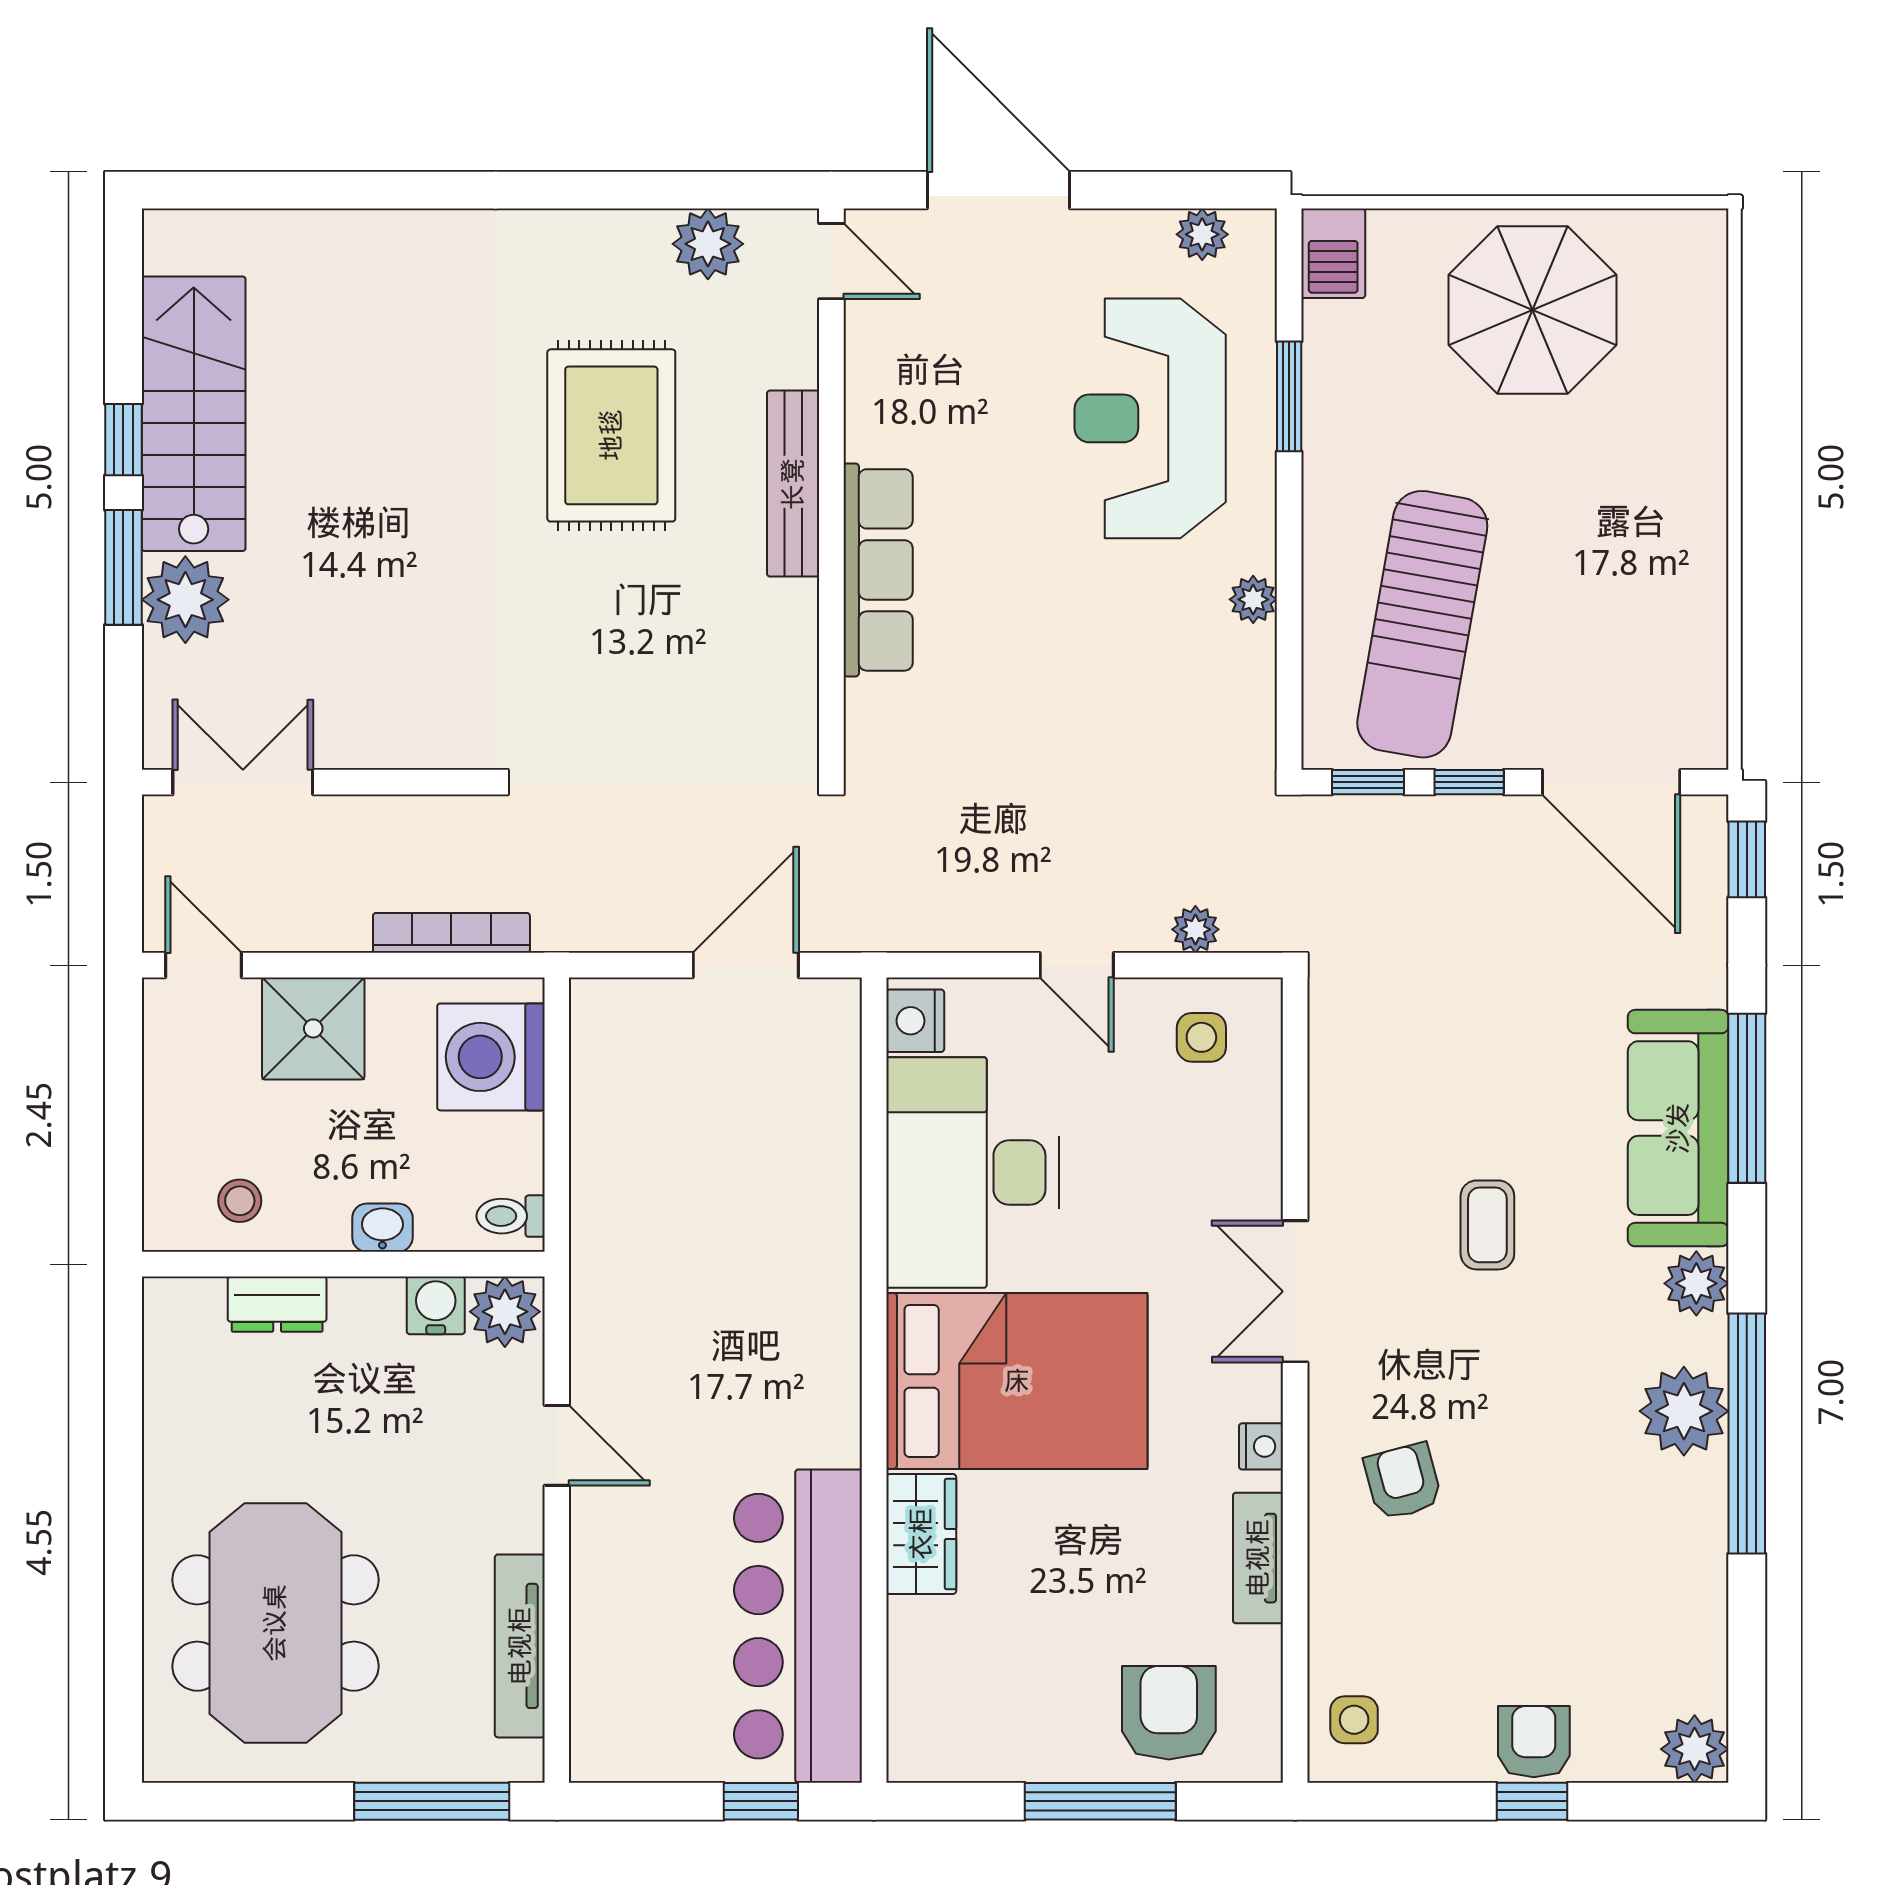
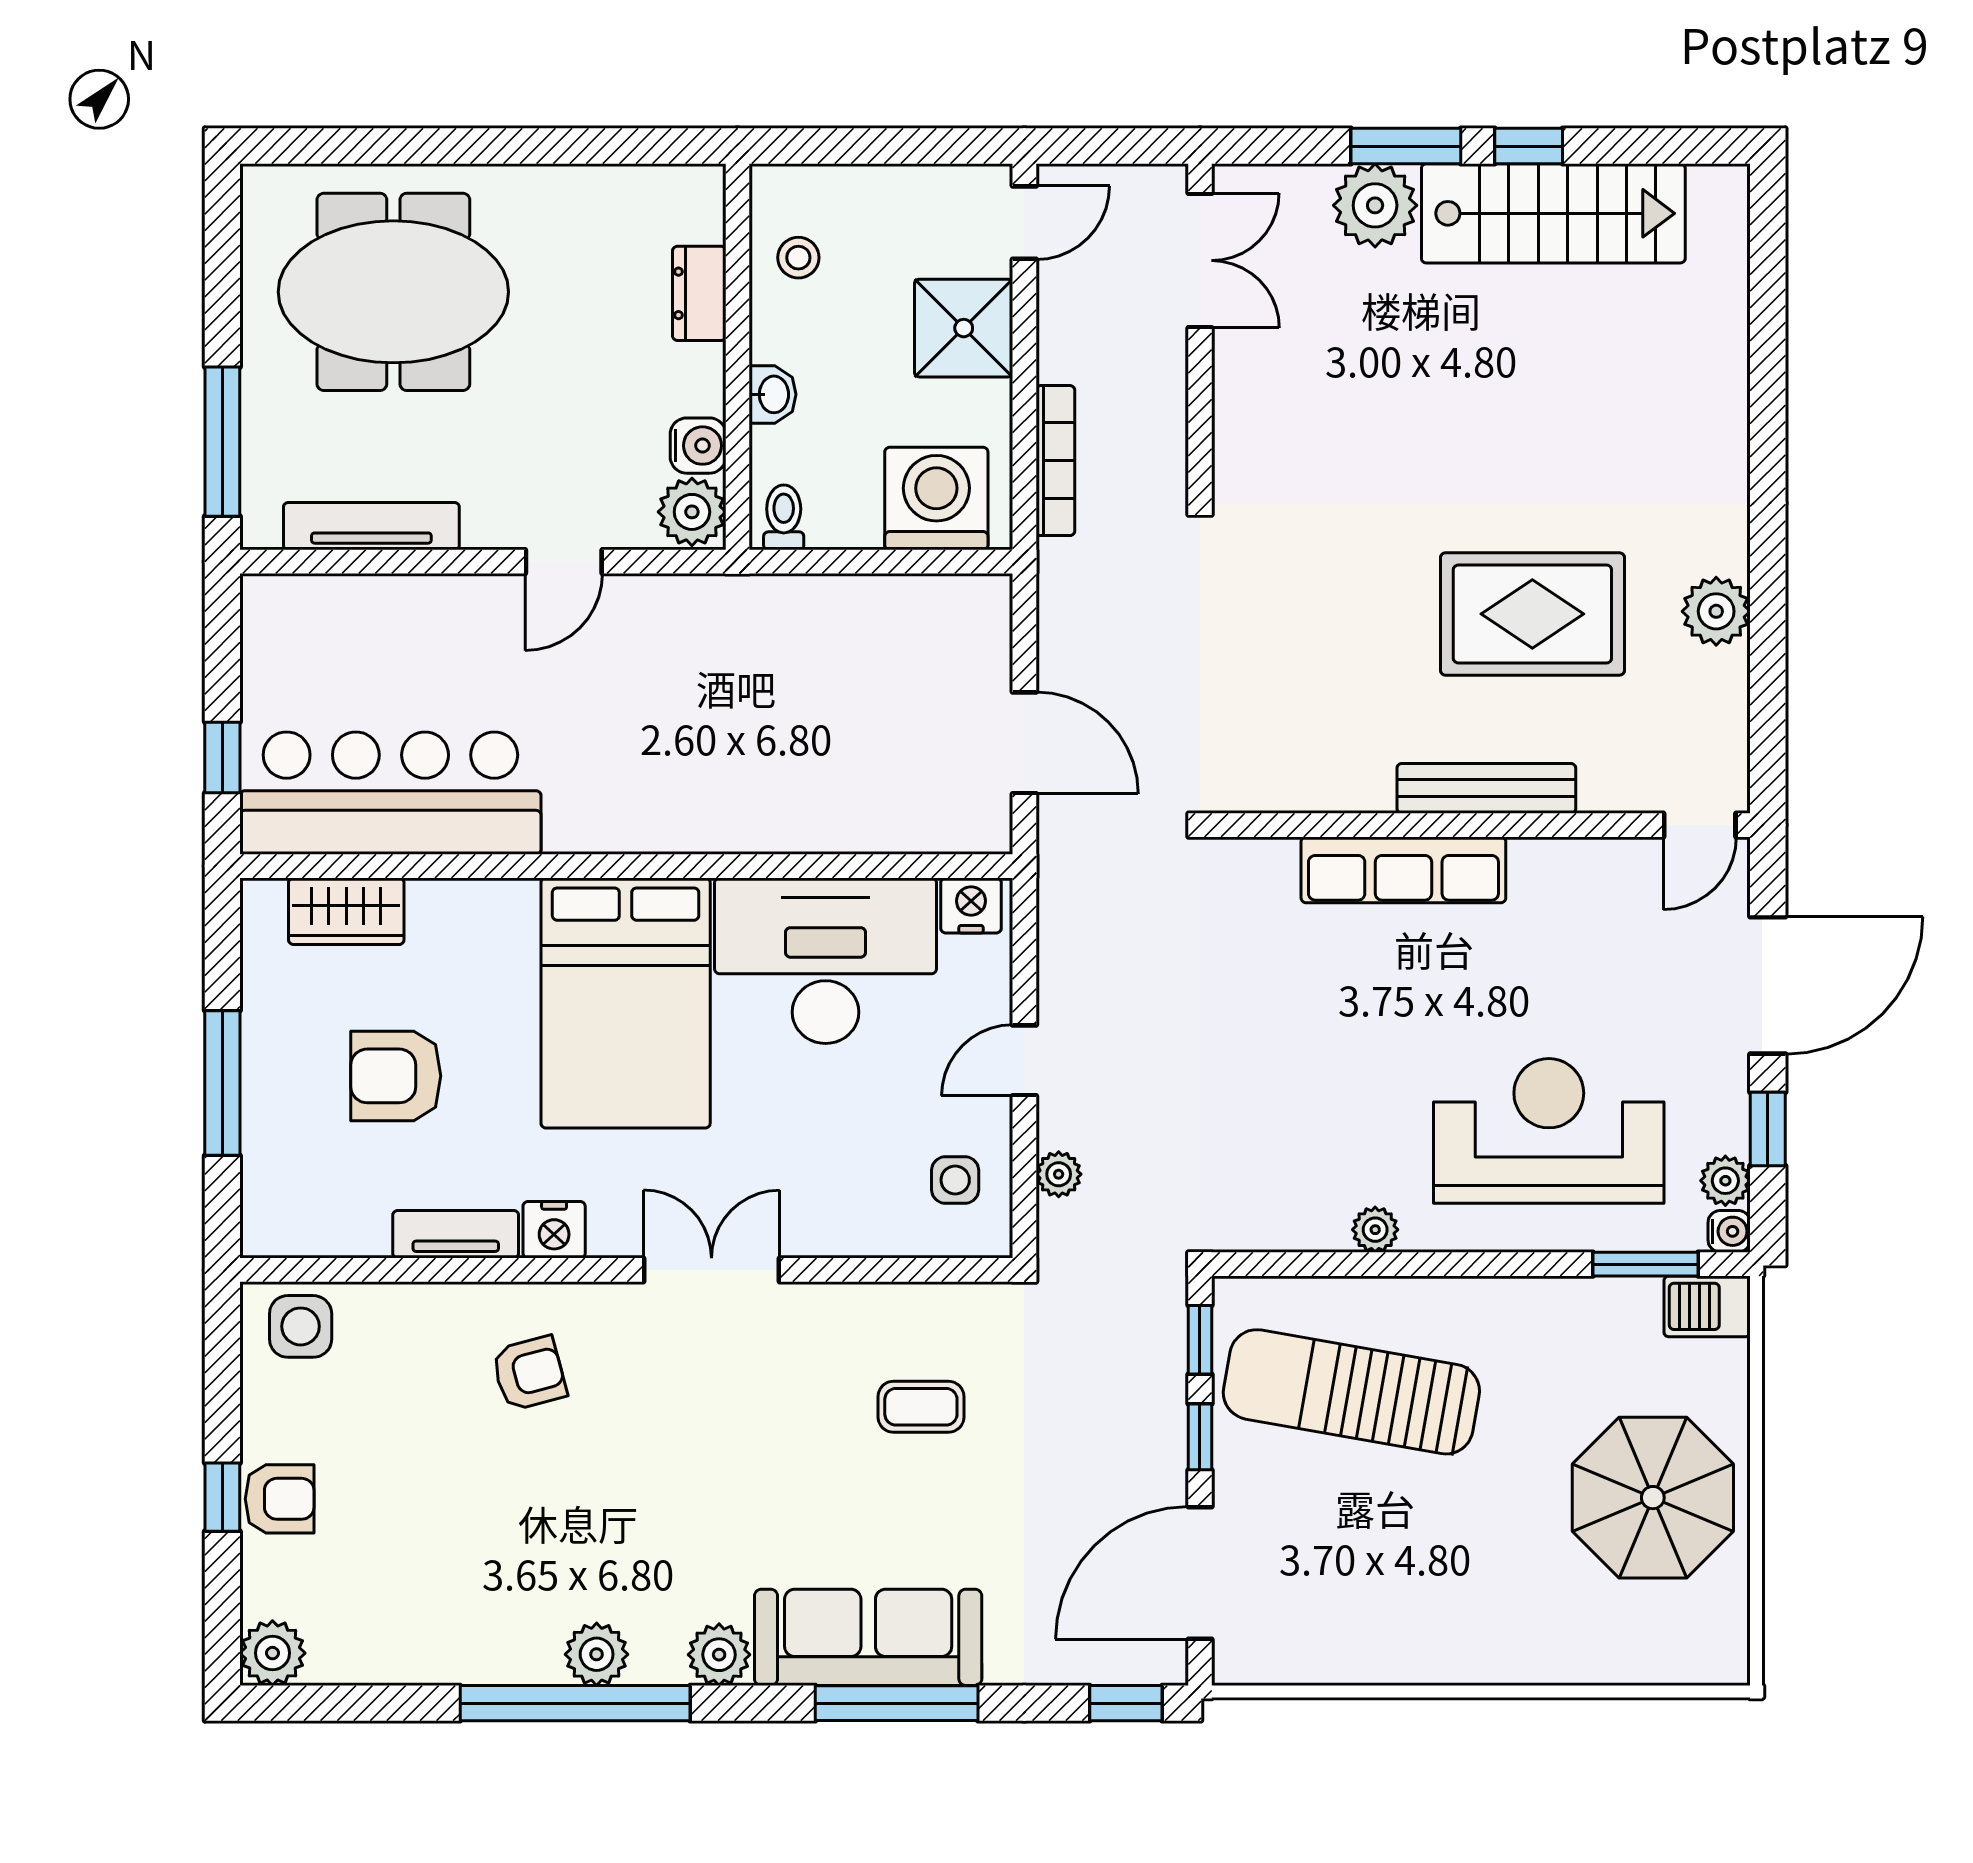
window: (1148, 190) -> (1768, 1129), added
water cooler: (1255, 230) -> (1729, 1231), added
plant: (708, 244) -> (1716, 611), moved
window: (1289, 396) -> (1645, 1264), moved
coffee table: (1487, 1225) -> (921, 1407), moved
plant: (1684, 1411) -> (597, 1654), width x0.73, depth x0.73
nightstand: (1261, 1446) -> (554, 1230), width x1.39, depth x1.35
wardrobe: (921, 1534) -> (346, 911), moved
armchair: (1169, 1713) -> (396, 1076), moved, turned 180
side table: (1354, 1720) -> (301, 1326), width x1.37, depth x1.37

